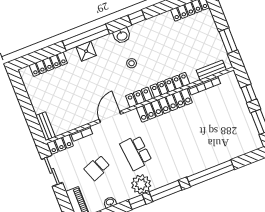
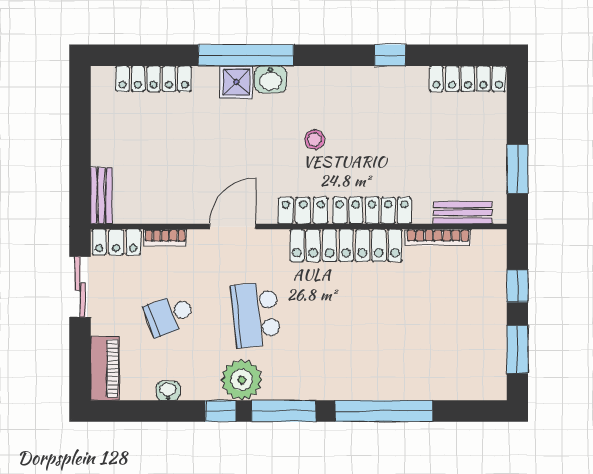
window: (137, 17) -> (390, 55), moved
washbasin: (122, 36) -> (271, 79), moved

